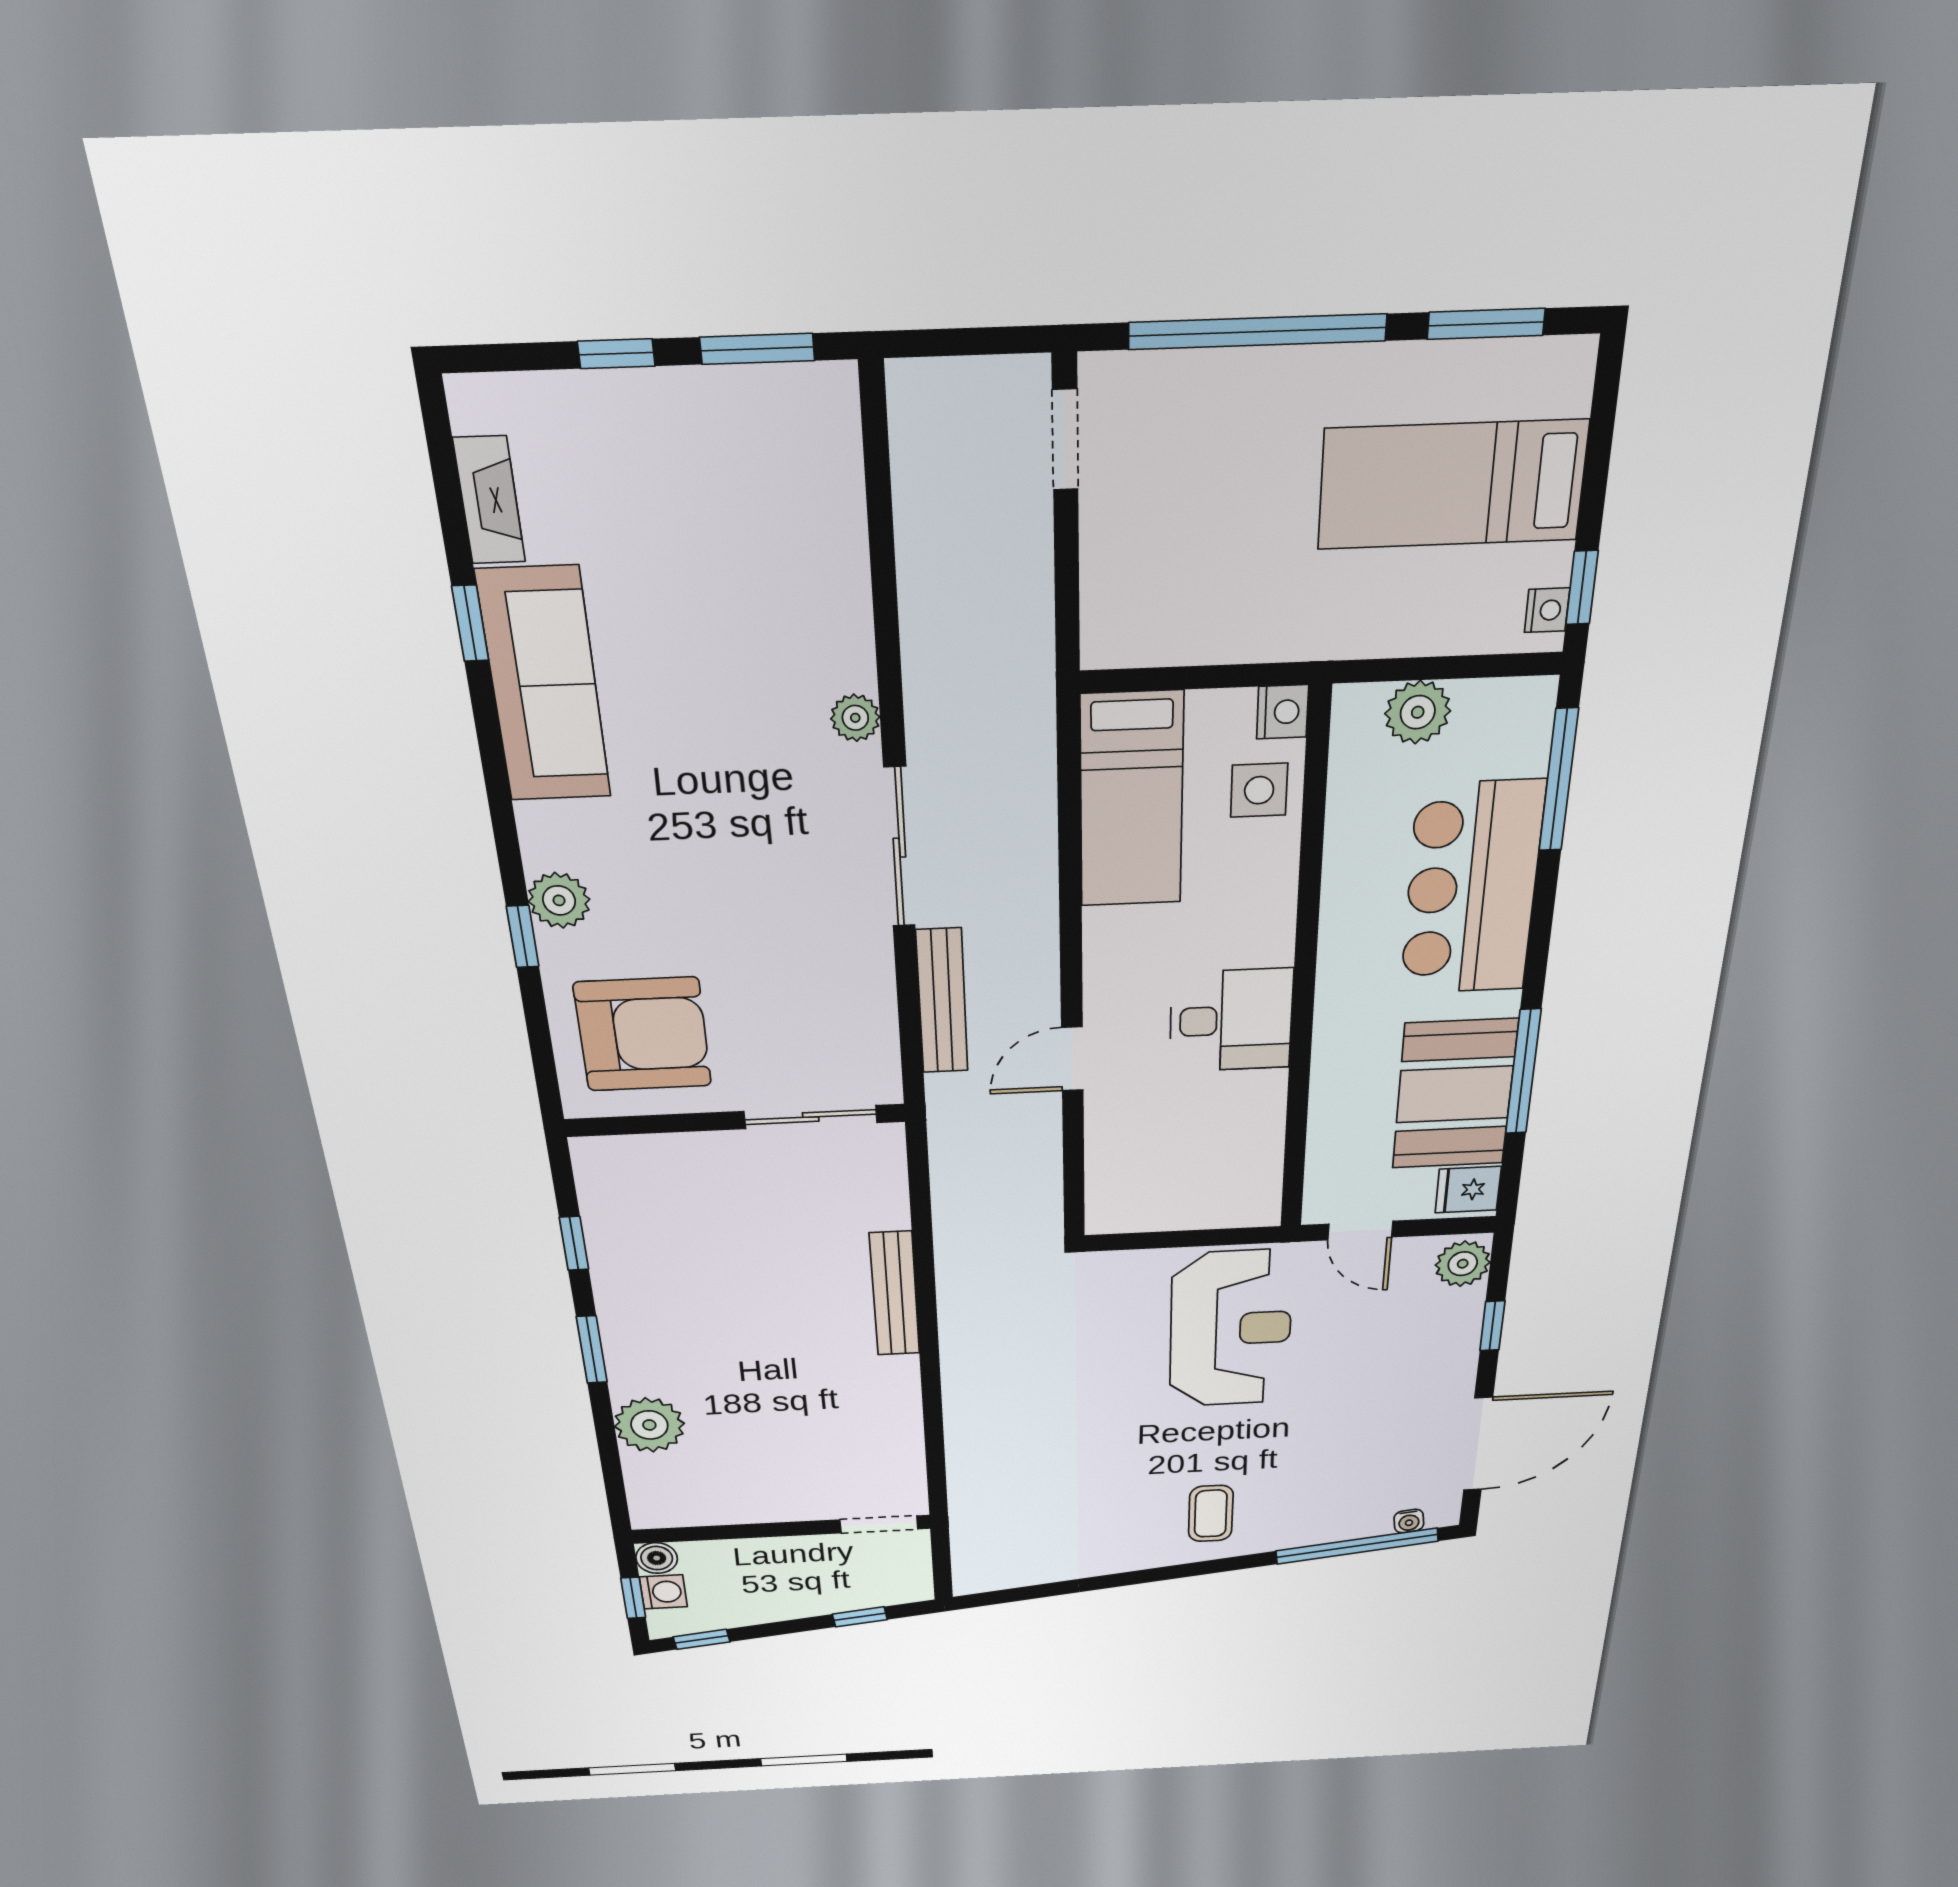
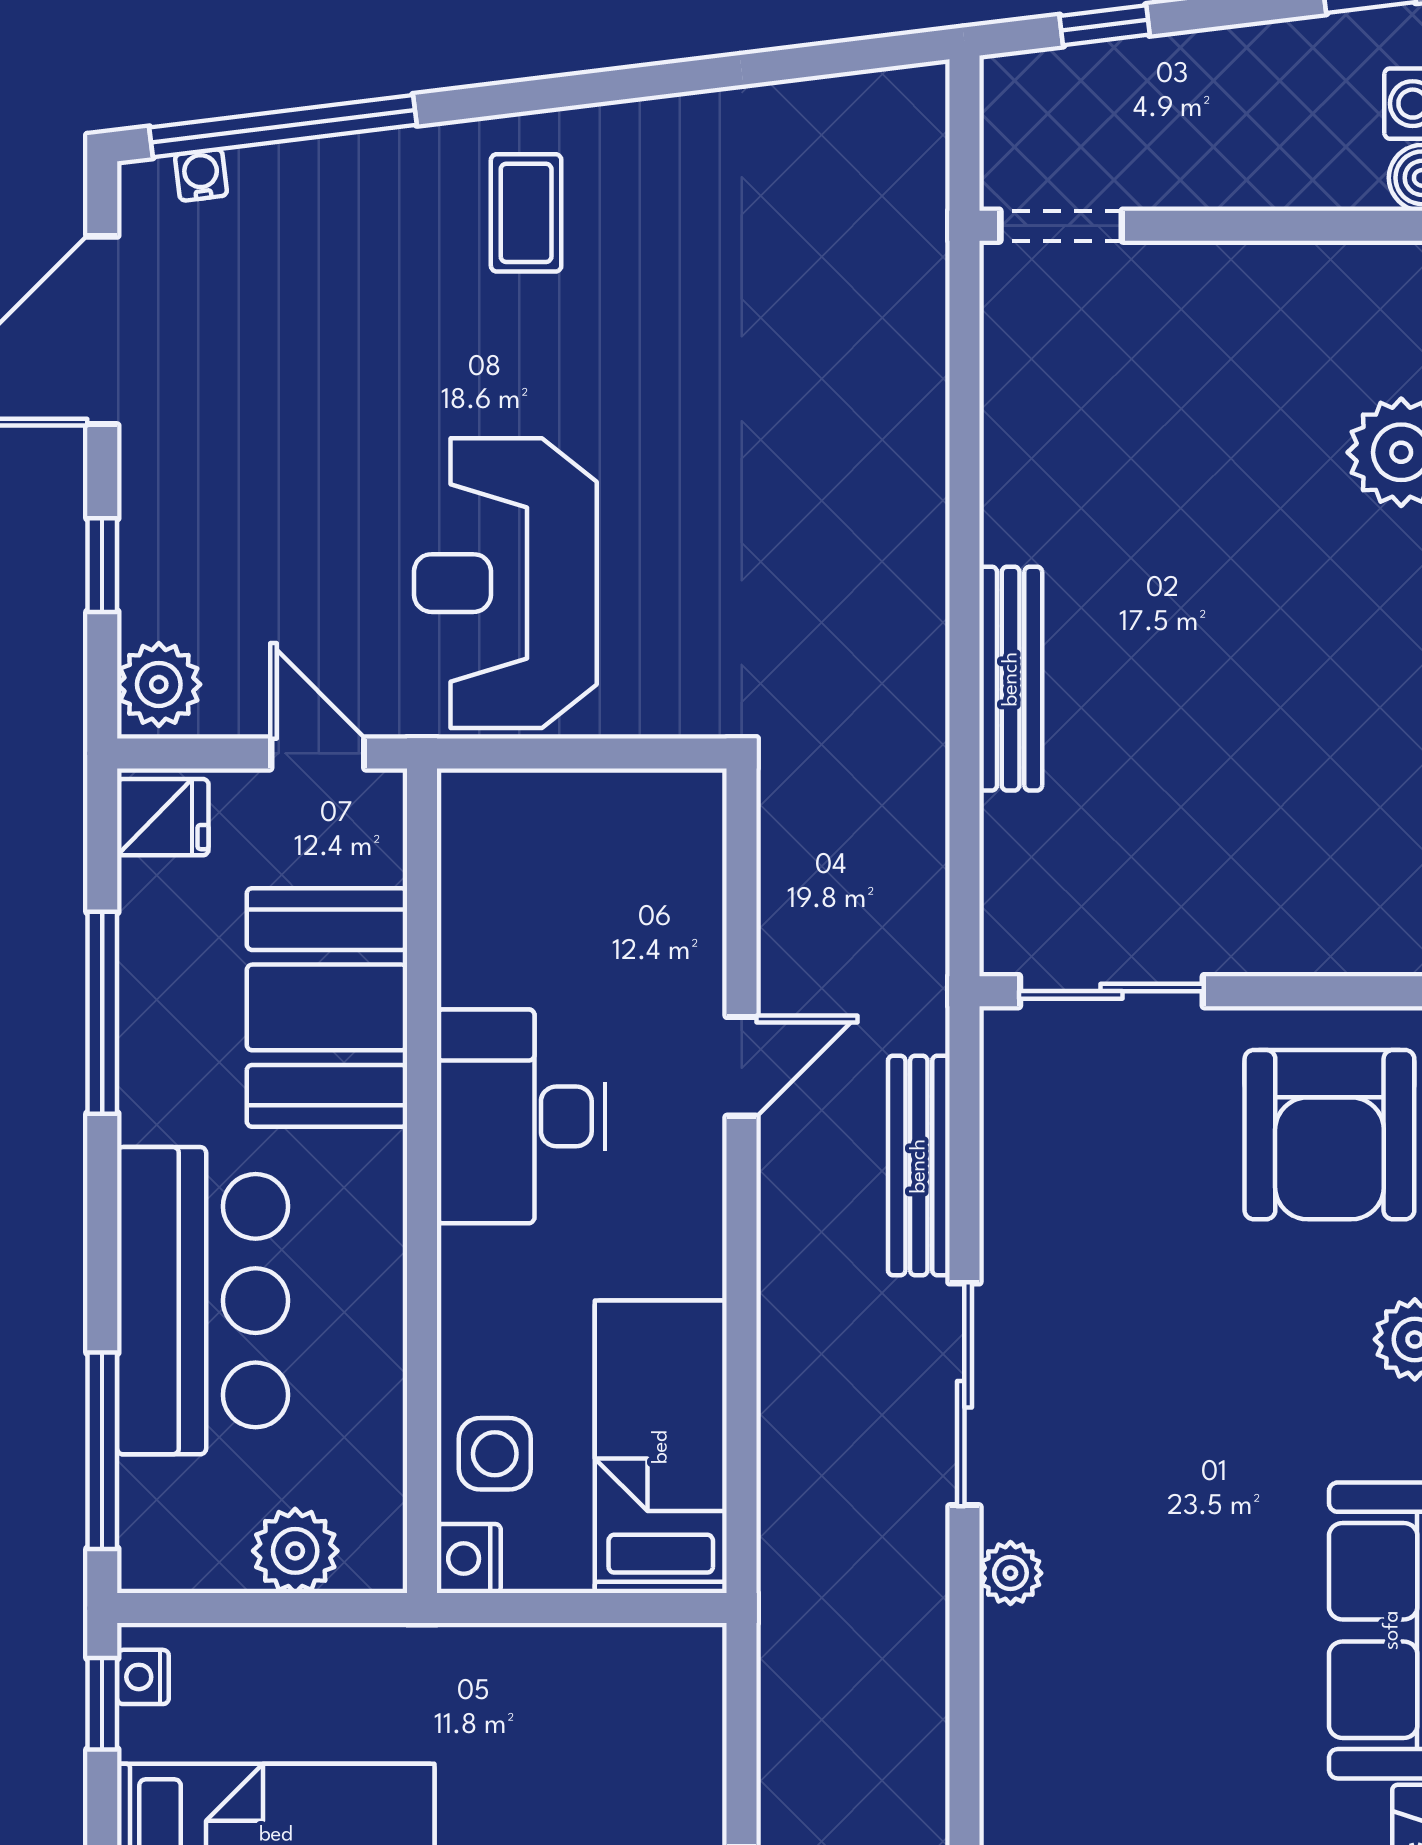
desk: (1231, 1020) -> (521, 1116), width x1.37
armchair: (643, 1034) -> (1329, 1135), turned -90
booth: (1455, 1094) -> (327, 1007), moved

